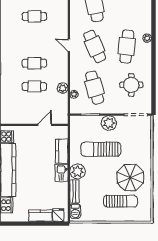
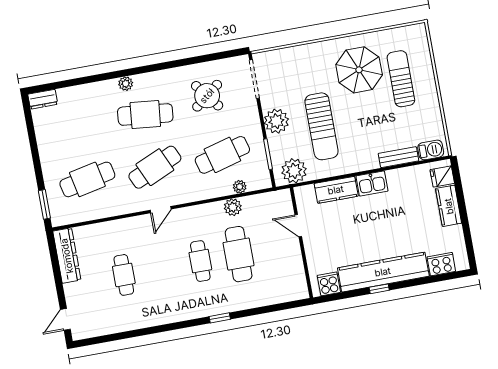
round table: (131, 85) -> (207, 96), turned -38
cafe table: (34, 87) -> (239, 254), width x1.37, depth x1.35
plant: (78, 171) -> (294, 171), moved

